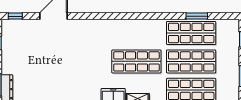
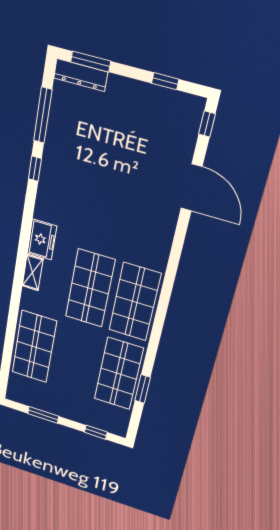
shop shelf: (191, 61) -> (135, 302), moved

